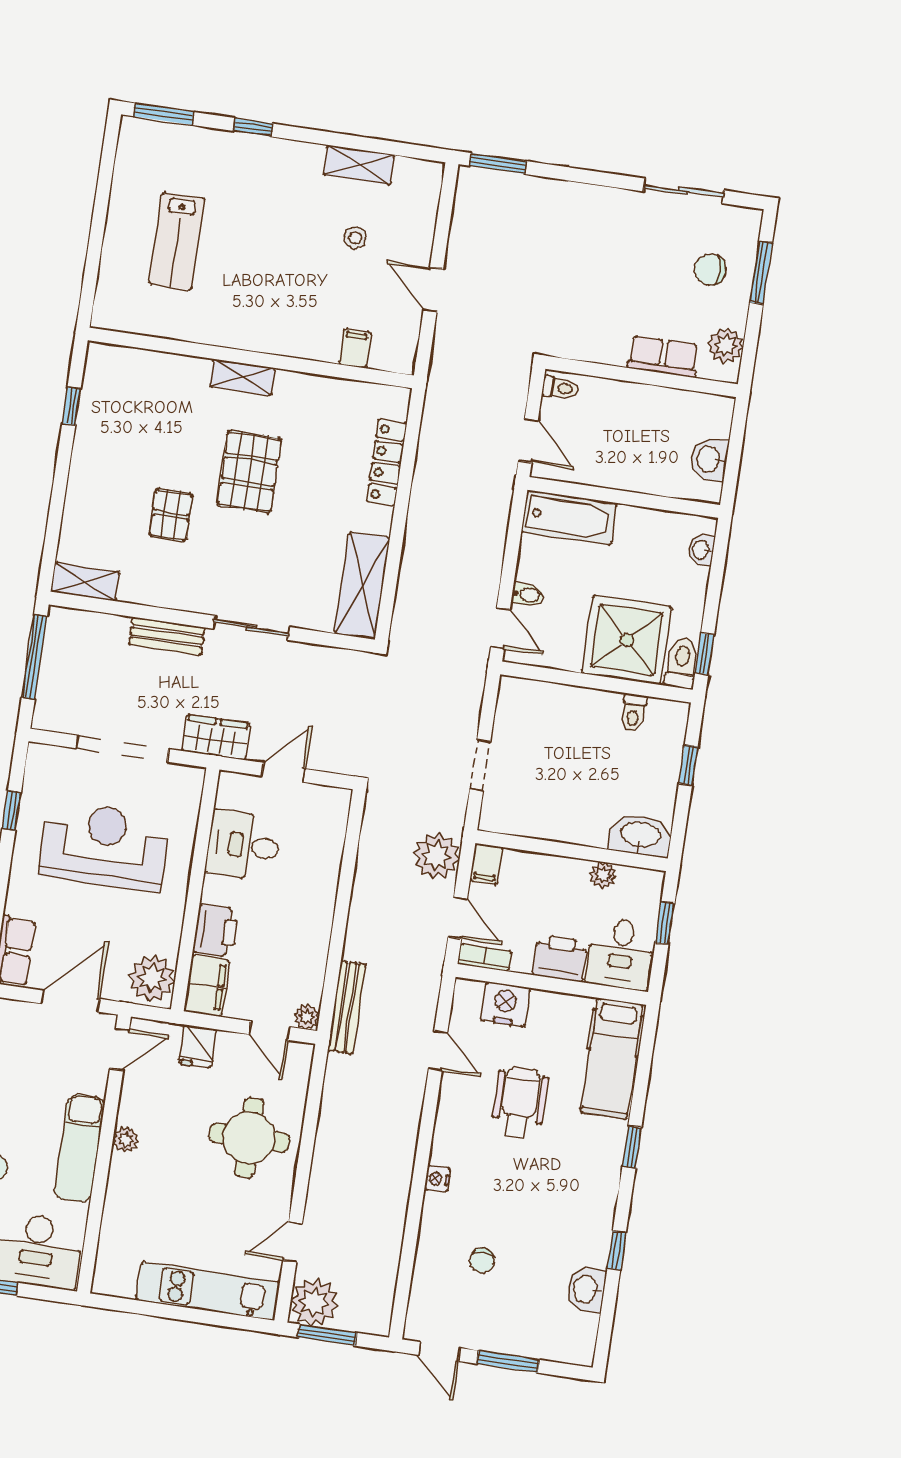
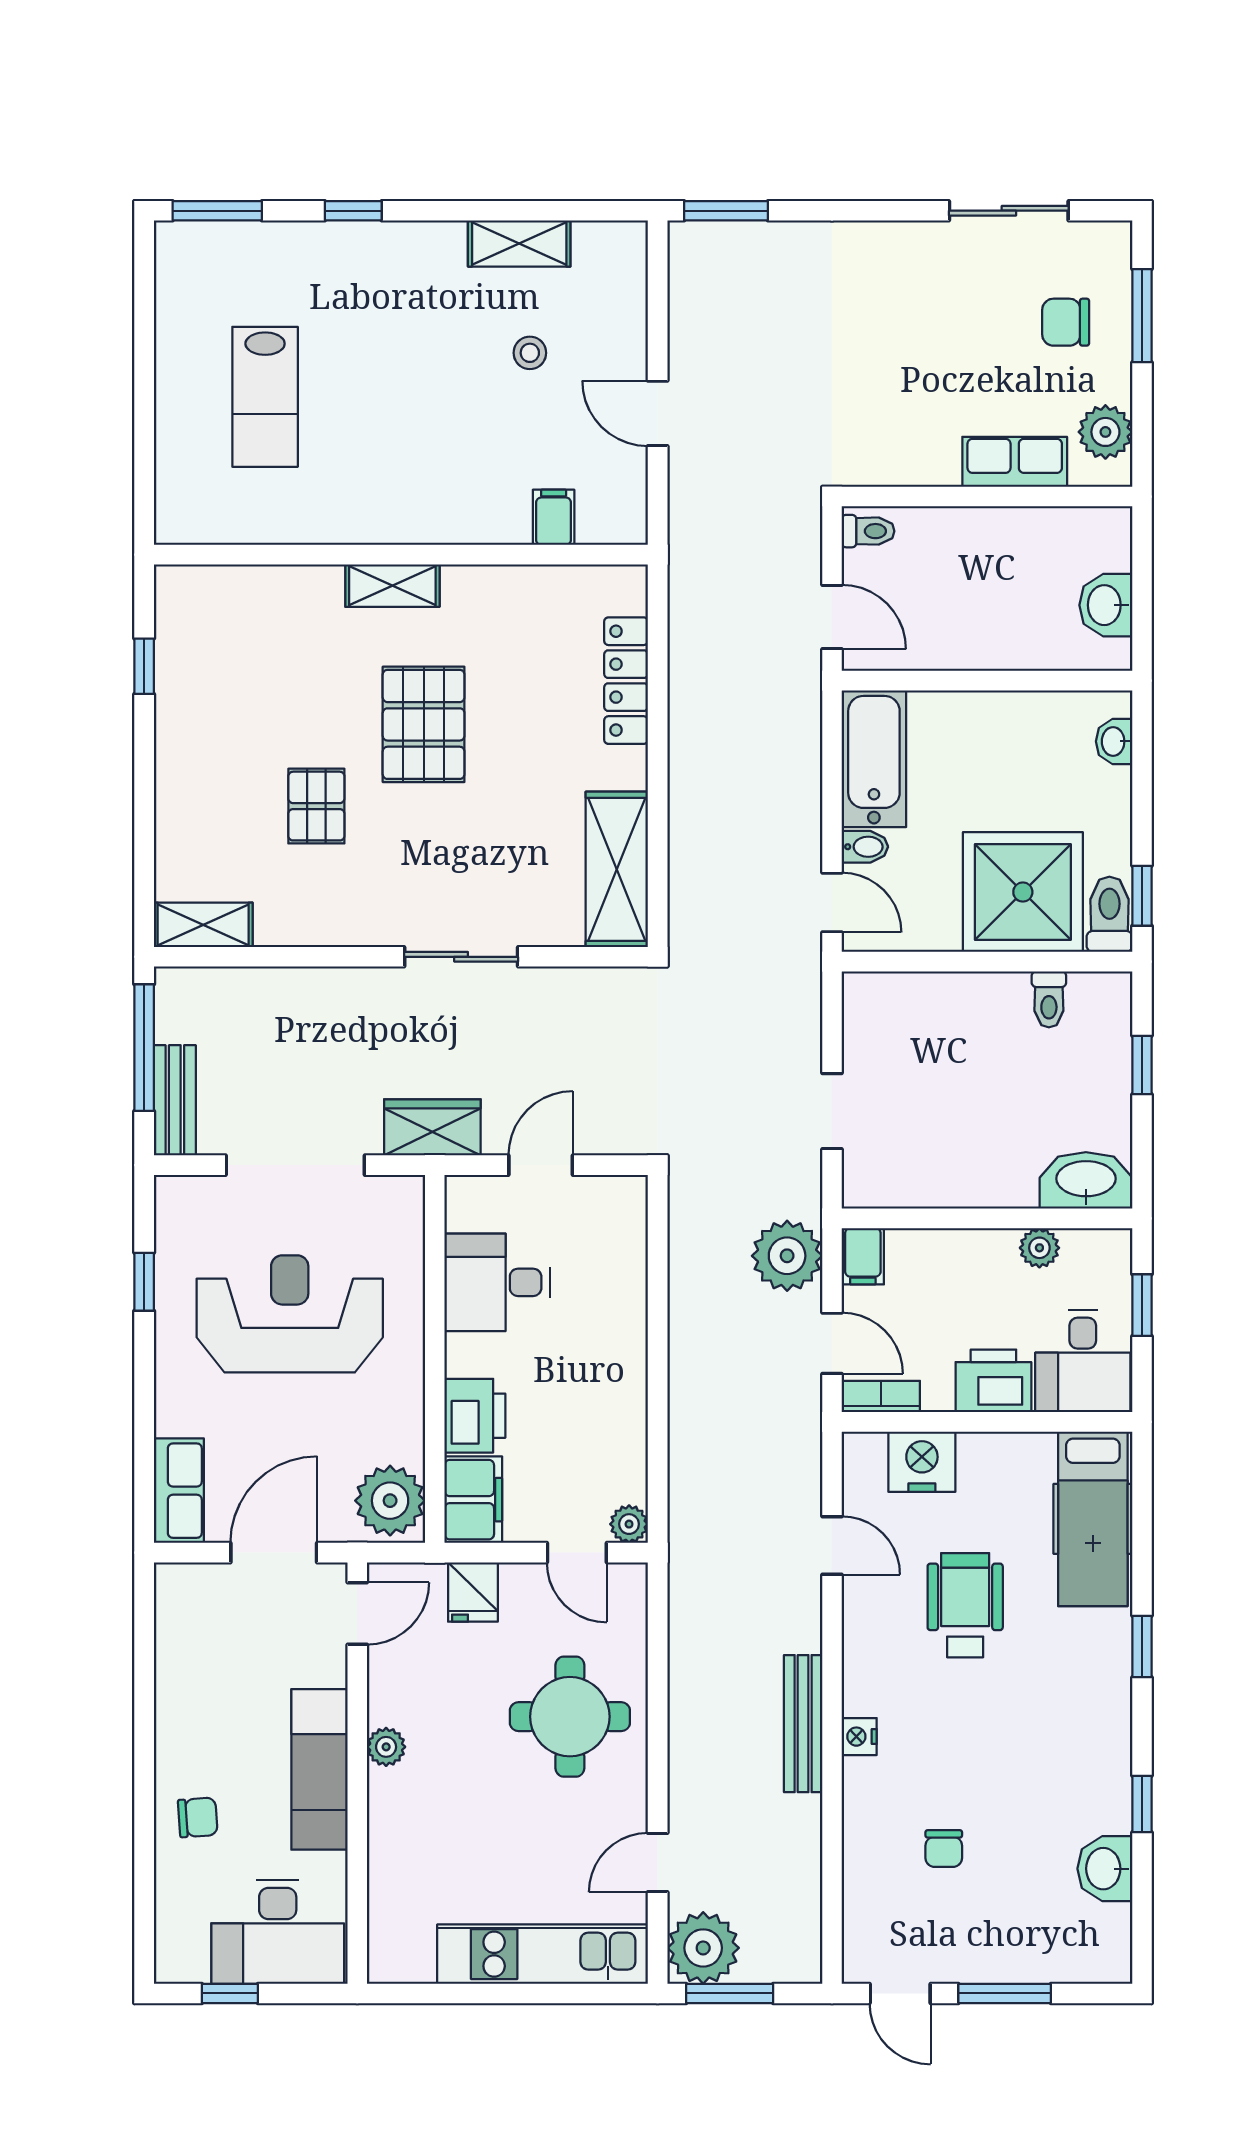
bathtub: (569, 518) -> (874, 759), moved, turned -90
bench: (167, 636) -> (175, 1100), moved, turned 90
bench: (347, 1007) -> (803, 1724), moved

